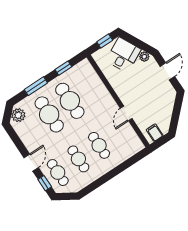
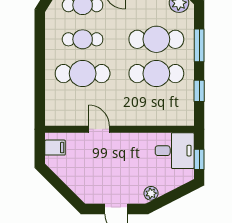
desk: (123, 55) -> (175, 151), moved, turned -63
cafe table: (99, 145) -> (83, 74), width x1.37, depth x1.35

